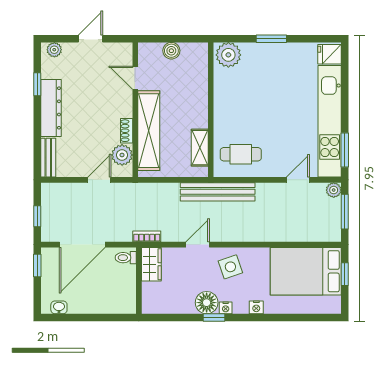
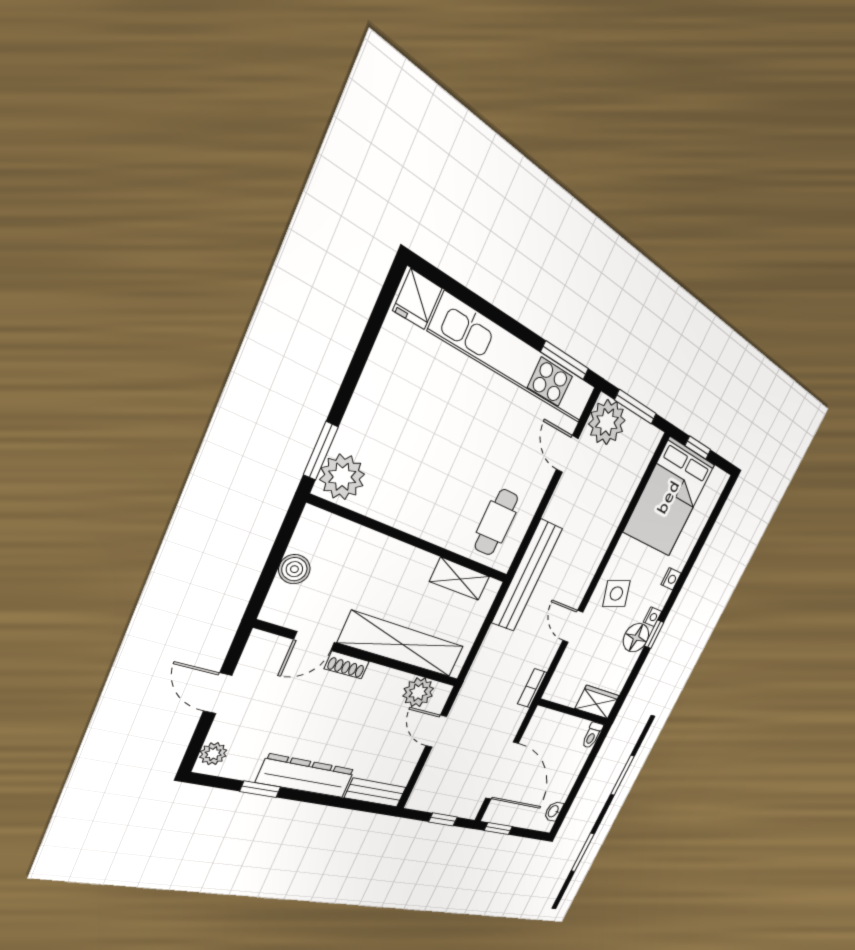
window: (271, 39) -> (321, 451), moved
shoe rack: (127, 131) -> (347, 665), moved
plant: (334, 190) -> (607, 422), width x1.88, depth x1.88
toilet: (126, 258) -> (592, 735), moved
wardrobe: (151, 264) -> (597, 702), moved

